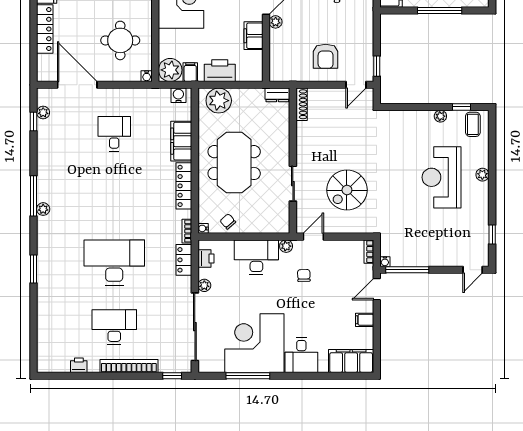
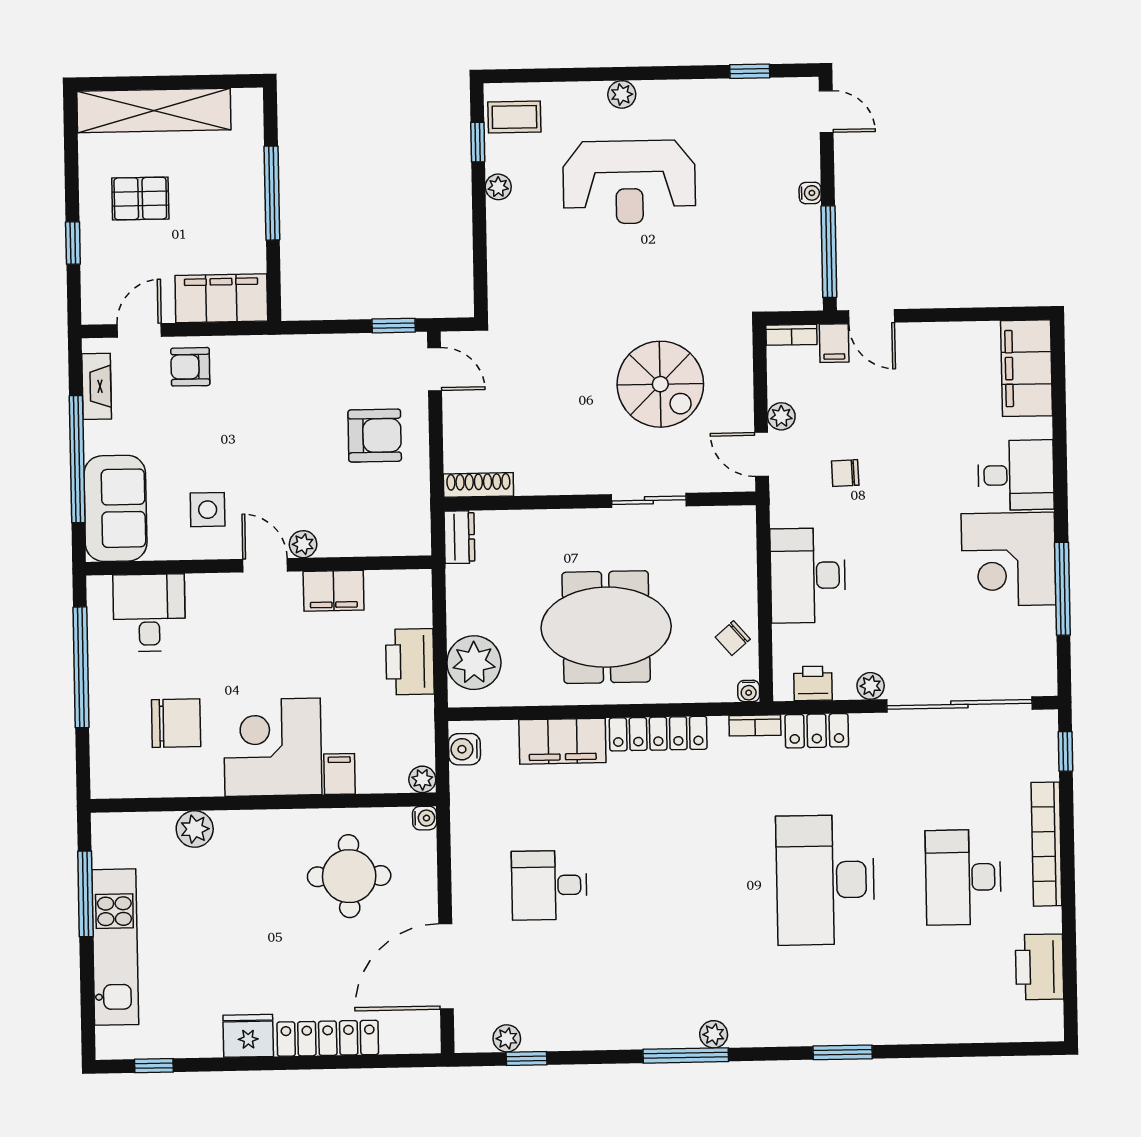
plant: (170, 70) -> (422, 779), width x0.53, depth x0.53
filing cabinet: (190, 72) -> (339, 774), moved, turned 90
plant: (286, 246) -> (781, 416), moved
water cooler: (385, 262) -> (810, 193), moved
filing cabinet: (365, 320) -> (834, 343), moved
corner desk: (254, 343) -> (1009, 559), width x0.74, depth x0.74
printer: (79, 365) -> (1039, 967), width x1.87, depth x1.48

